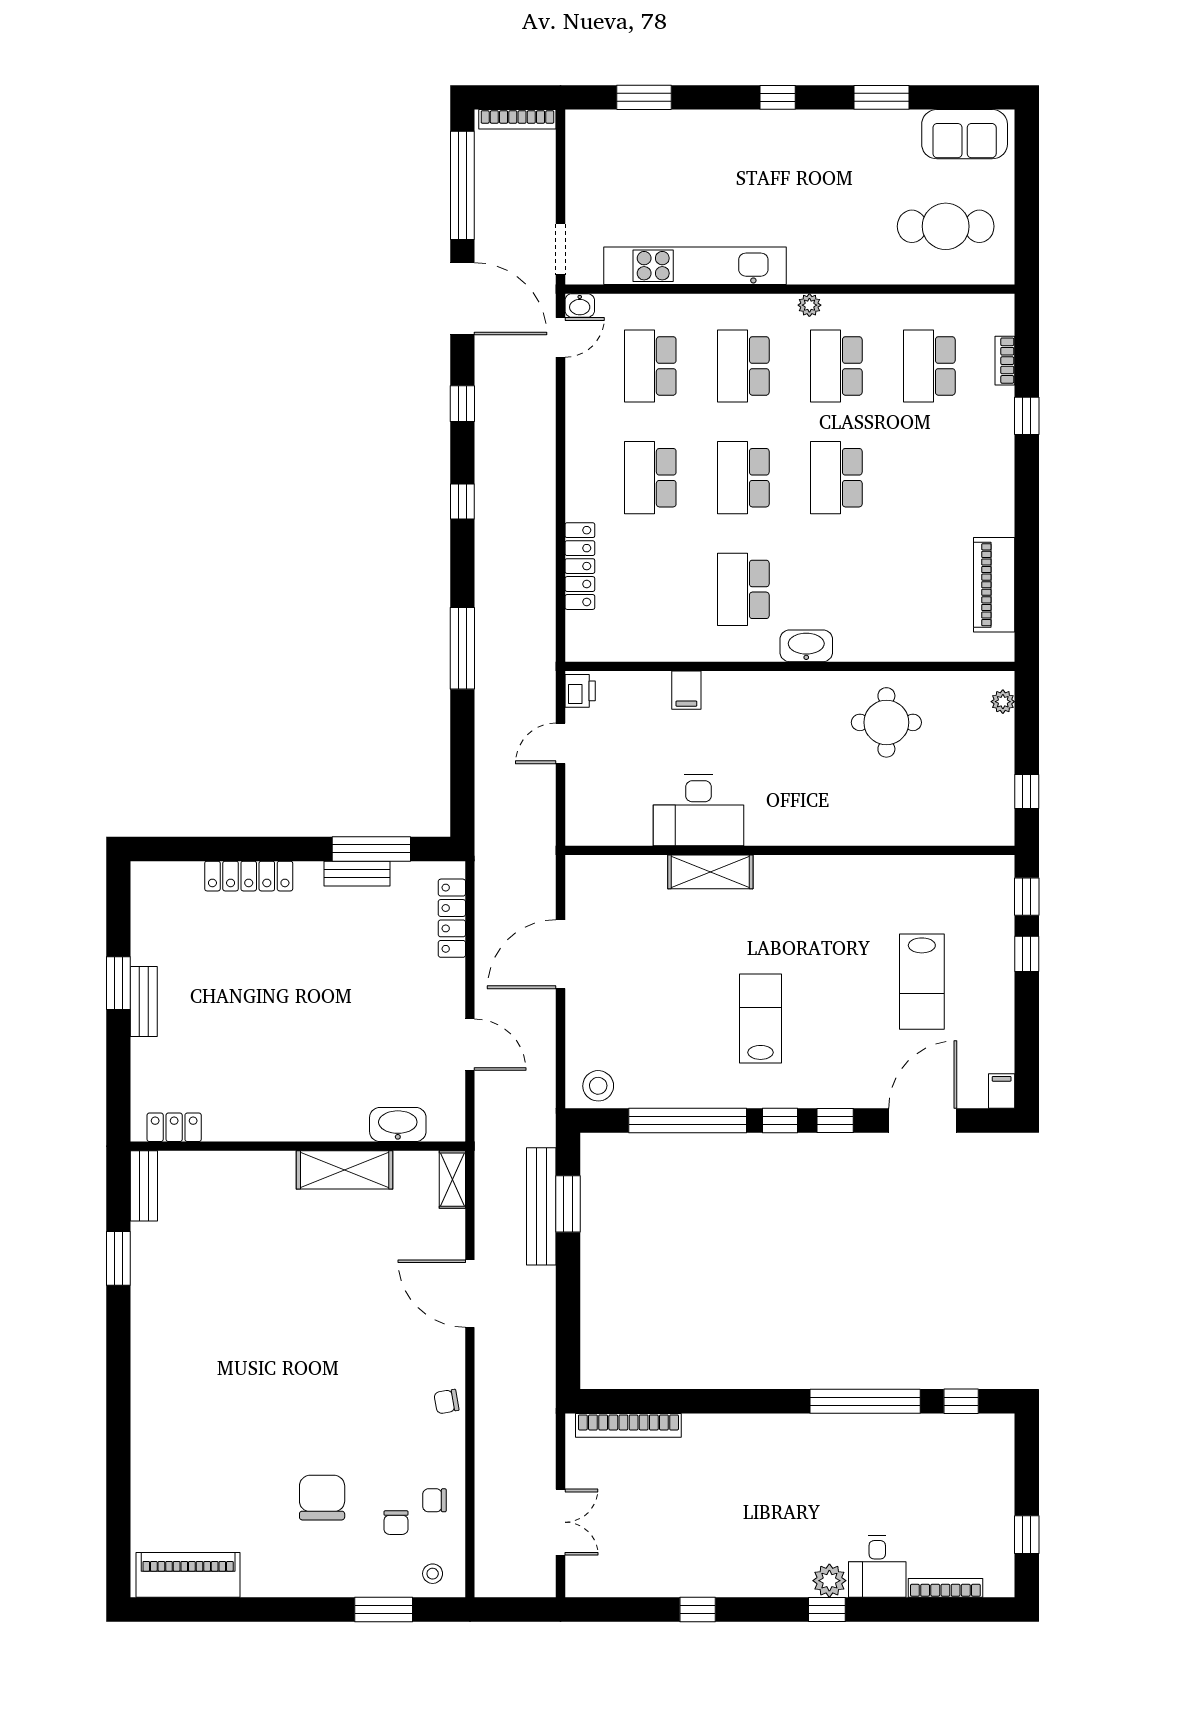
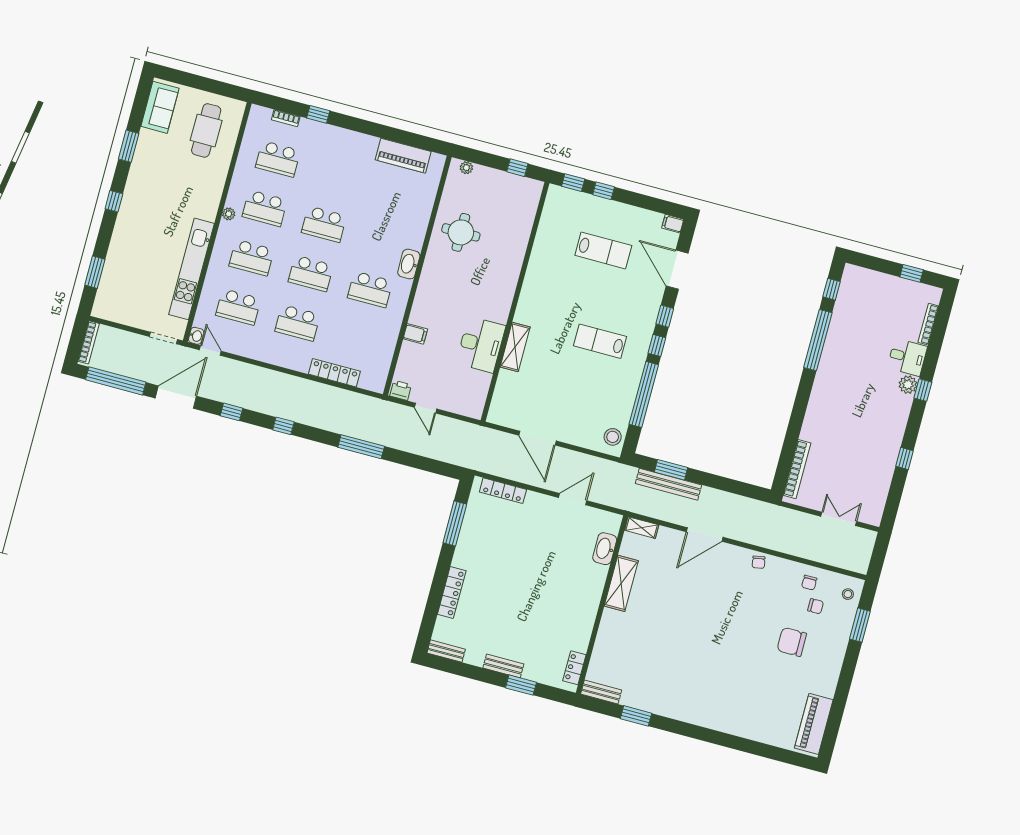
bench: (357, 874) -> (446, 651), moved, turned 90
window: (118, 983) -> (521, 685), moved

